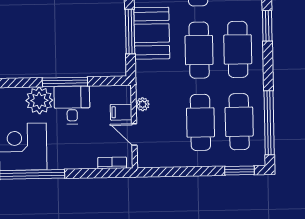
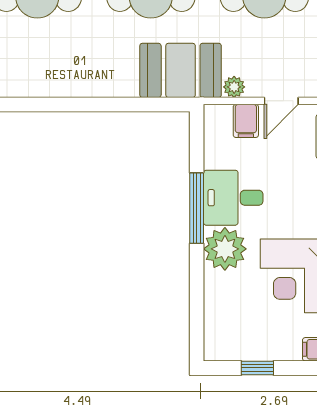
window: (130, 31) -> (119, 105), removed
booth: (152, 33) -> (181, 70), moved

